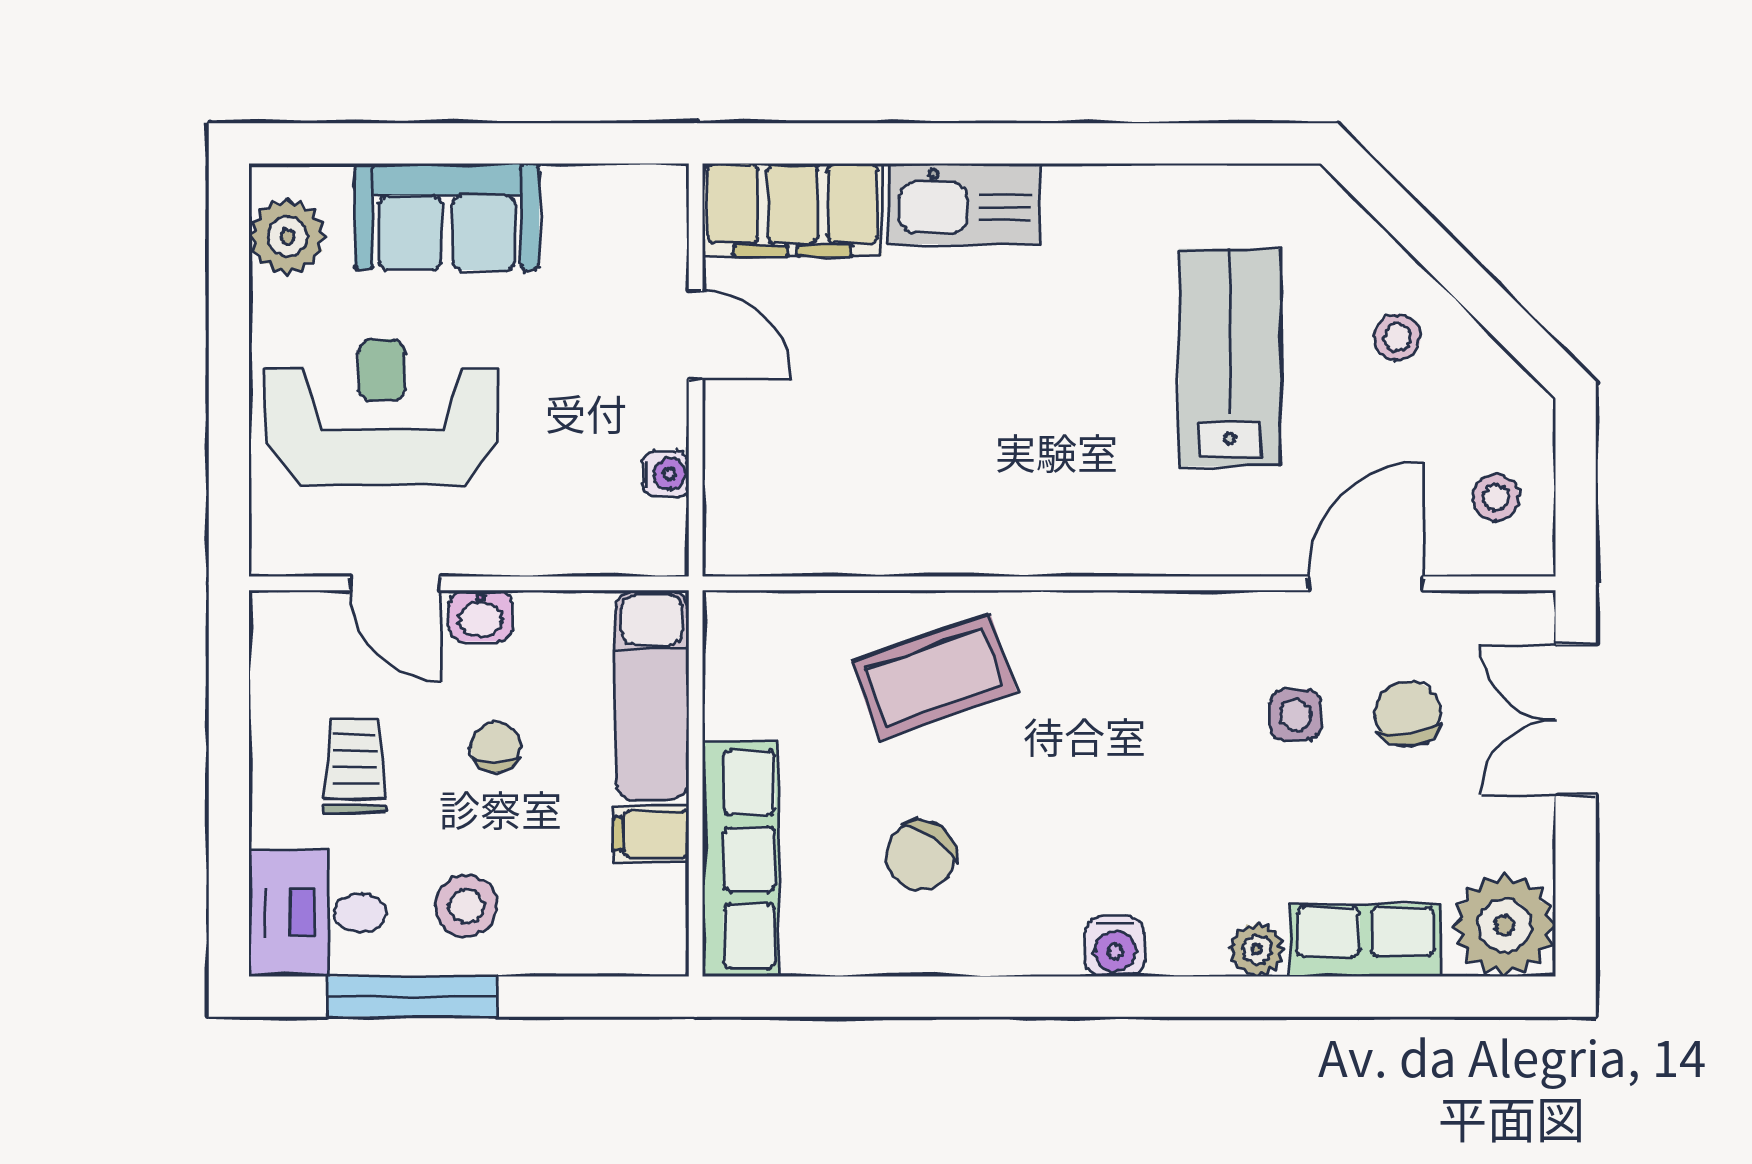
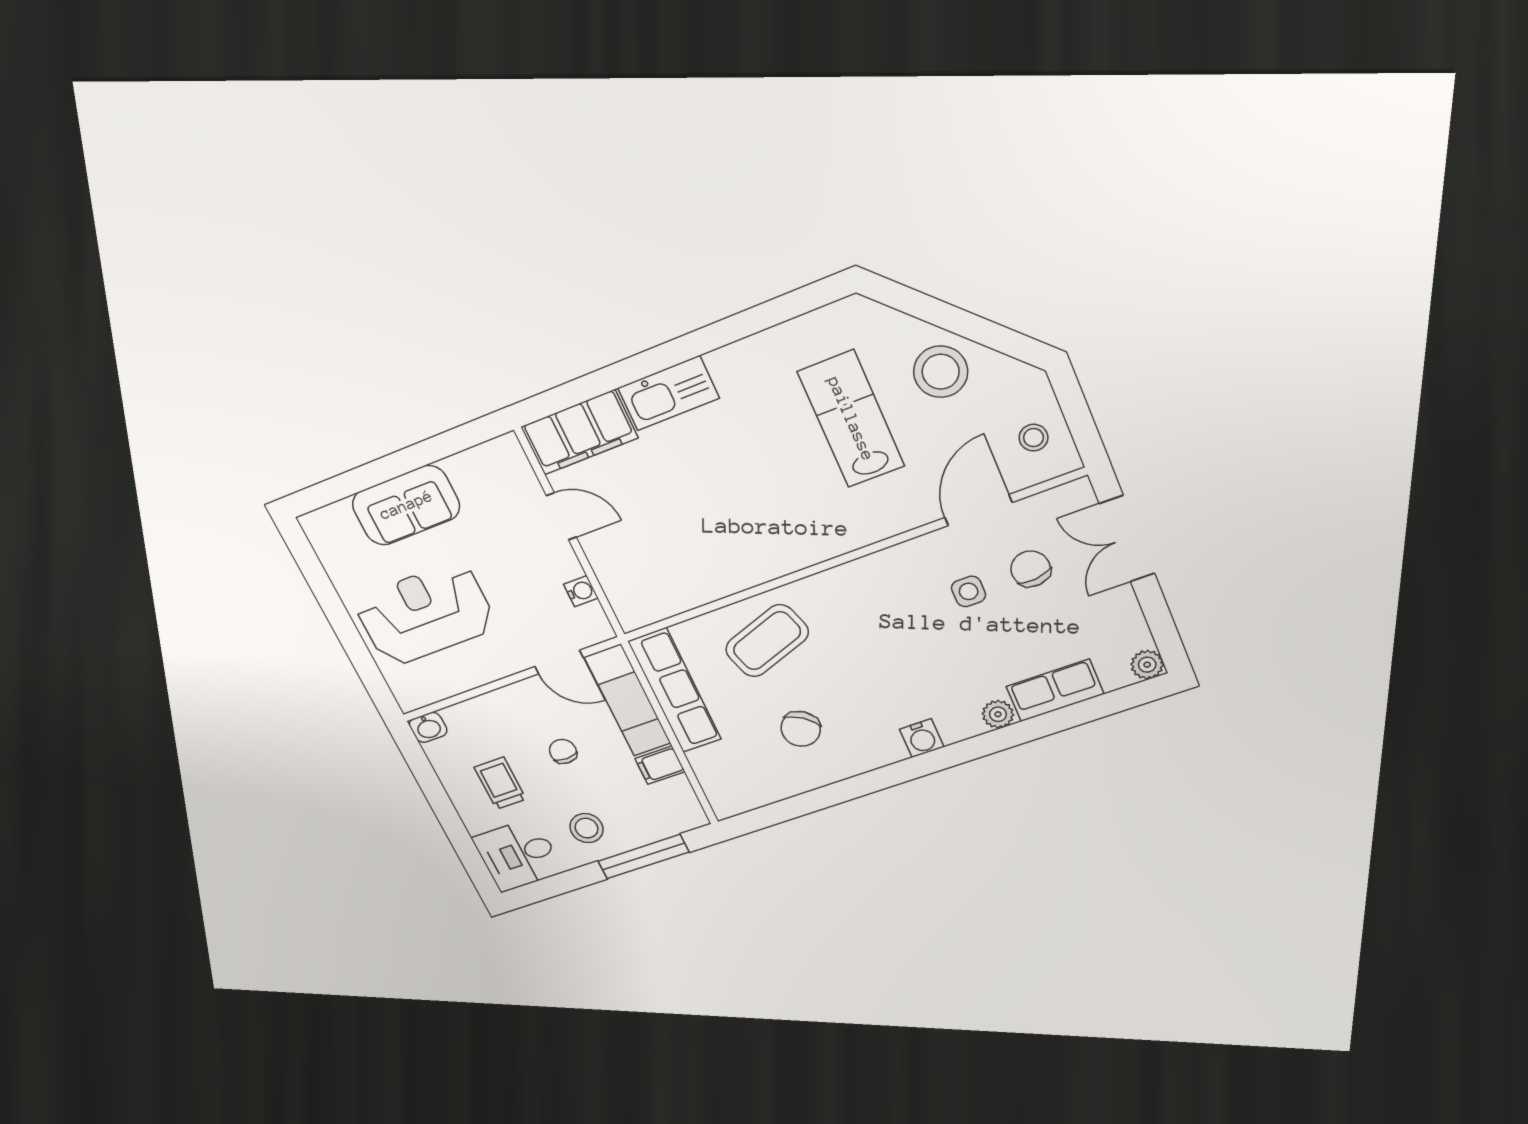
plant: (287, 237) -> (333, 546), removed
stool: (1397, 337) -> (941, 372), width x1.89, depth x1.89
door: (395, 583) -> (559, 662), moved
washbasin: (481, 616) -> (428, 727), moved
row of seats: (740, 859) -> (675, 690), moved
plant: (1504, 925) -> (1147, 665), width x0.53, depth x0.53
window: (412, 997) -> (643, 857), moved

